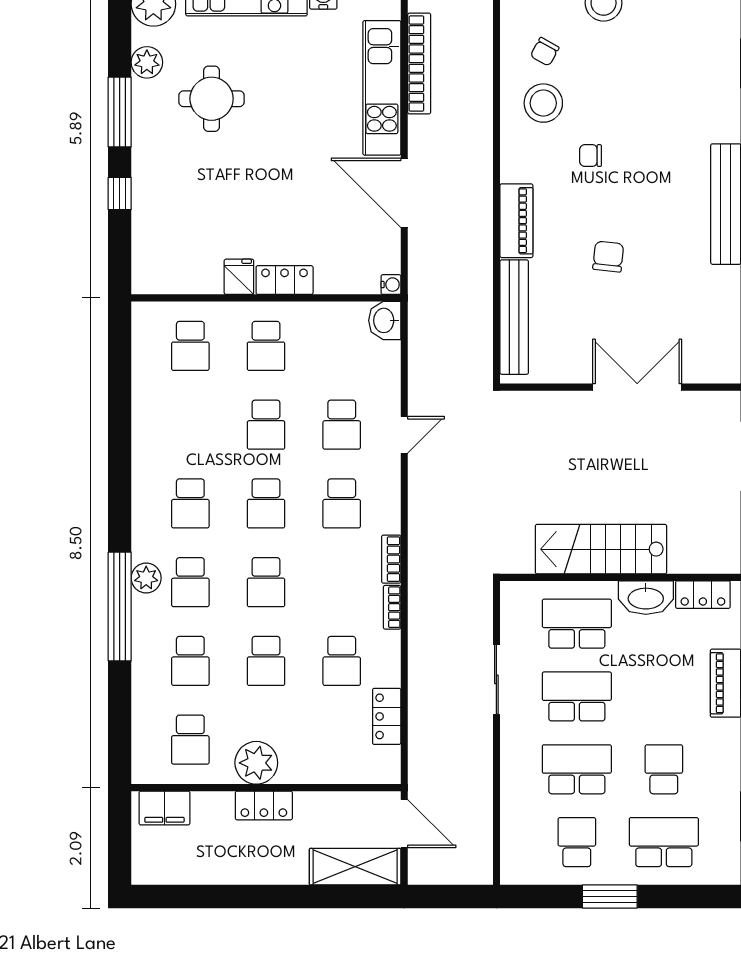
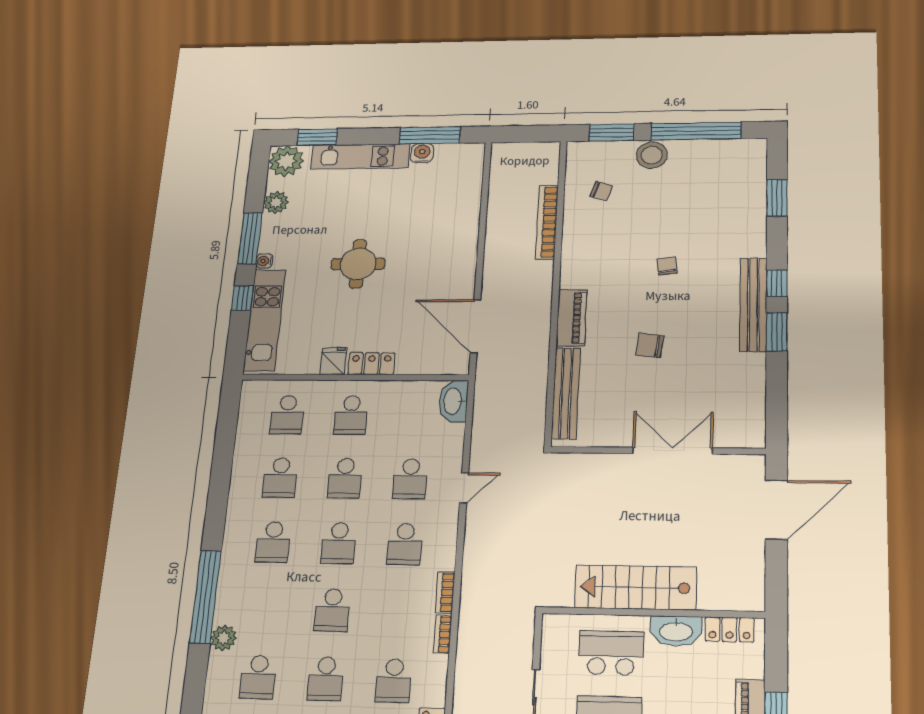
chair: (545, 52) -> (601, 191), turned -100
bookcase: (419, 64) -> (547, 222), moved, turned 180
kitchen unit: (382, 88) -> (265, 320), moved, turned 180
round table: (212, 99) -> (358, 264), moved
stool: (543, 103) -> (598, 229), removed
chair: (591, 156) -> (667, 266), moved, turned 83
door: (404, 193) -> (475, 326), moved
chair: (608, 257) -> (650, 346), turned -88
water cooler: (391, 285) -> (264, 261), moved, turned 180
washbasin: (385, 320) -> (453, 401), width x1.38
plant: (146, 578) -> (224, 638), moved
school desk: (190, 582) -> (280, 478), moved
window: (120, 606) -> (206, 597), moved

